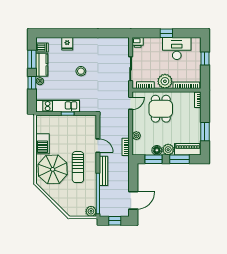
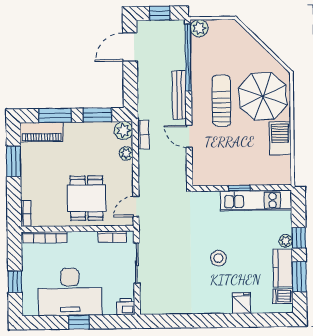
desk: (177, 48) -> (70, 292), width x1.36, depth x1.30
plant: (165, 81) -> (80, 243), removed
floor lamp: (157, 150) -> (92, 130), removed
plant: (168, 150) -> (123, 131), moved

